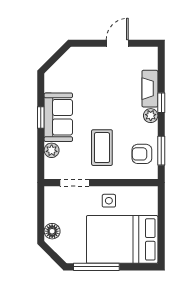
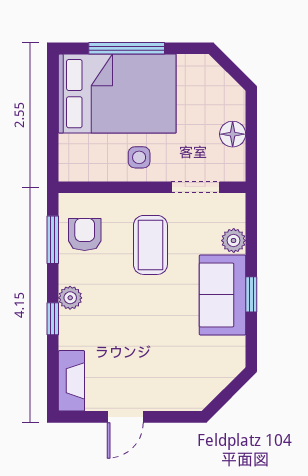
fireplace: (150, 89) -> (71, 381), moved
armchair: (142, 154) -> (85, 234), turned -90
floor lamp: (52, 231) -> (233, 134), moved
window: (96, 267) -> (127, 48), moved

